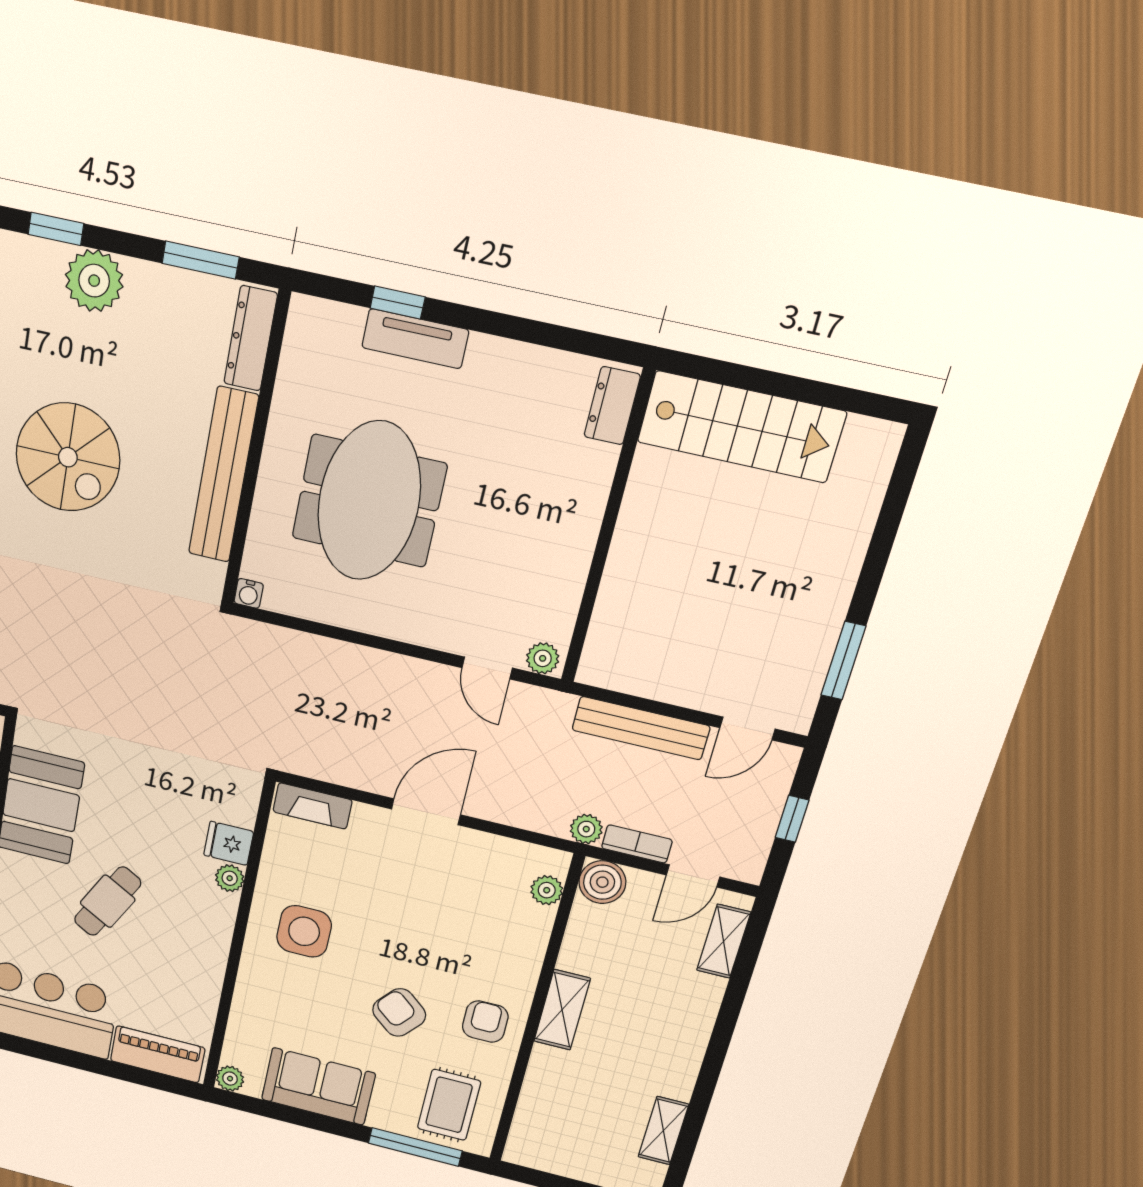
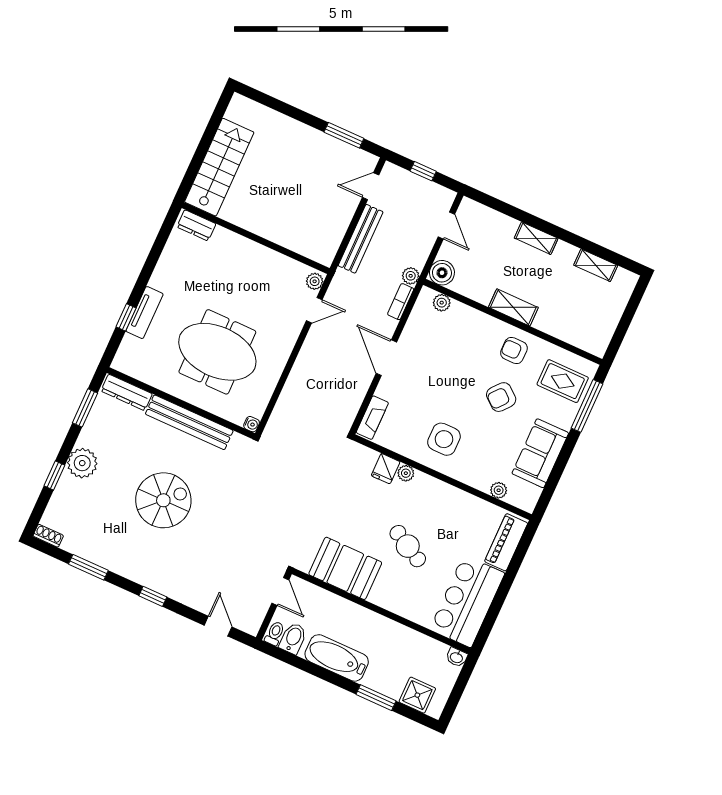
door: (747, 728) -> (371, 186), swing flipped
bookcase: (637, 844) -> (401, 302), moved
shelving: (724, 941) -> (536, 238), moved
plant: (230, 1079) -> (499, 490), moved

